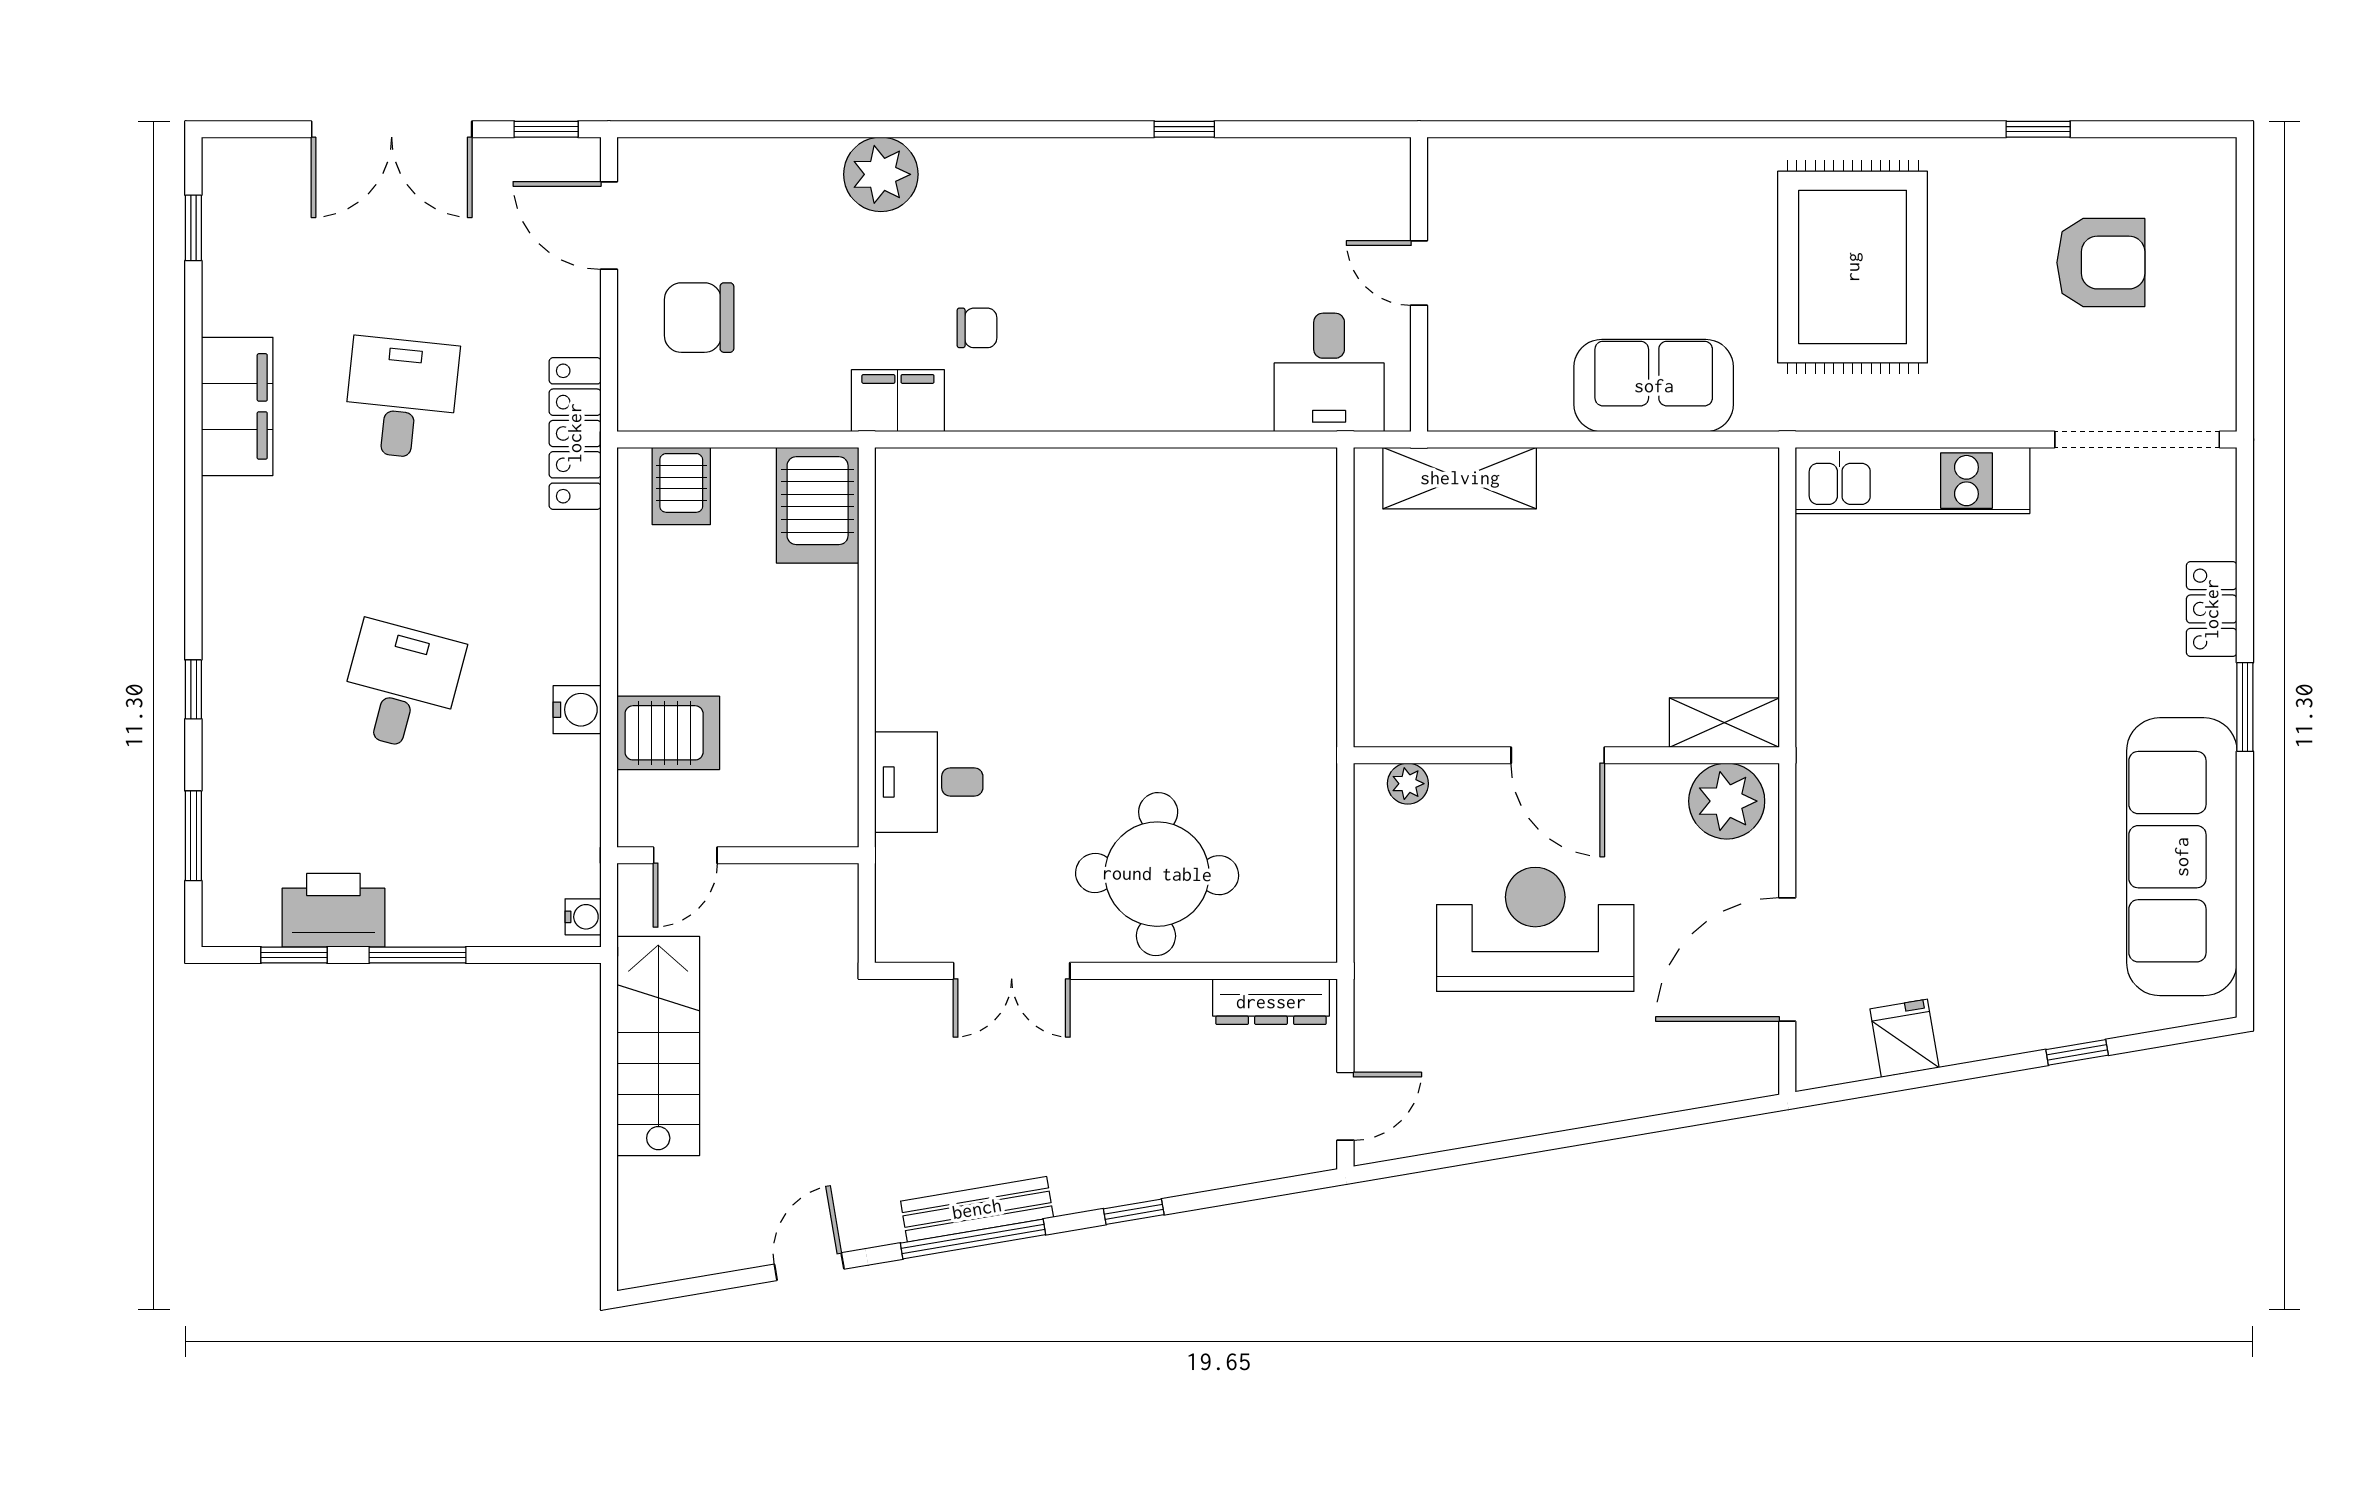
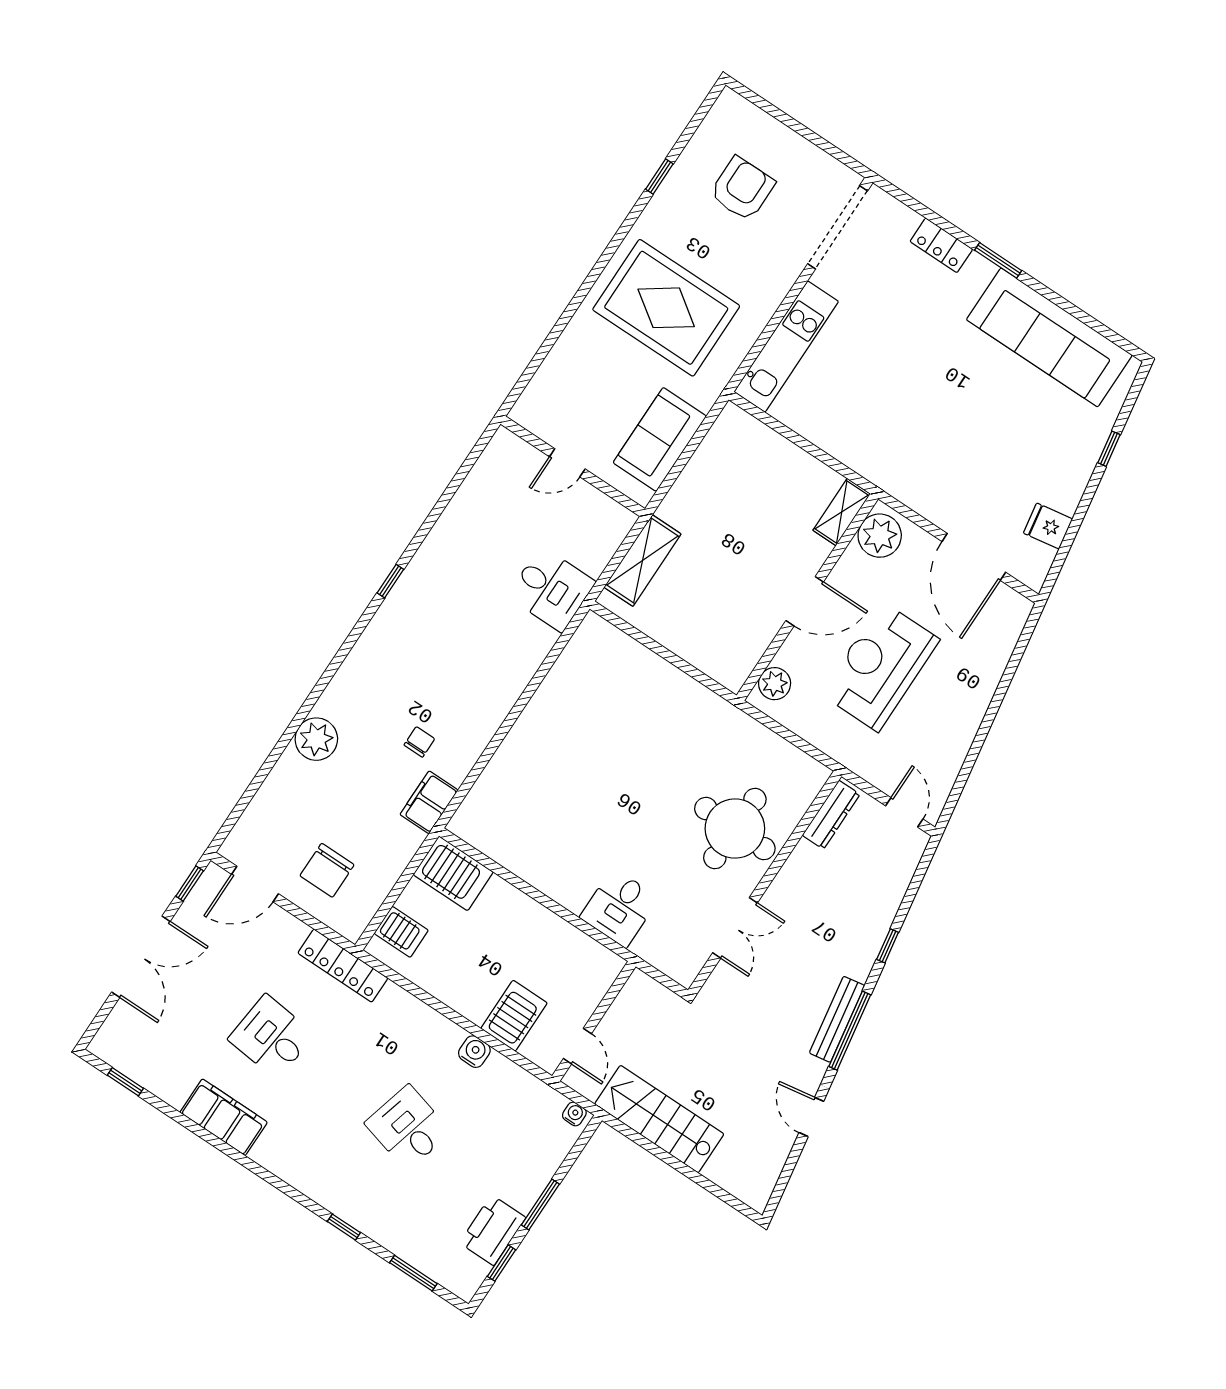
door: (1419, 273) -> (567, 463), moved
wall: (1419, 284) -> (573, 466), moved
plant: (1408, 784) -> (775, 684), width x1.38, depth x1.38

